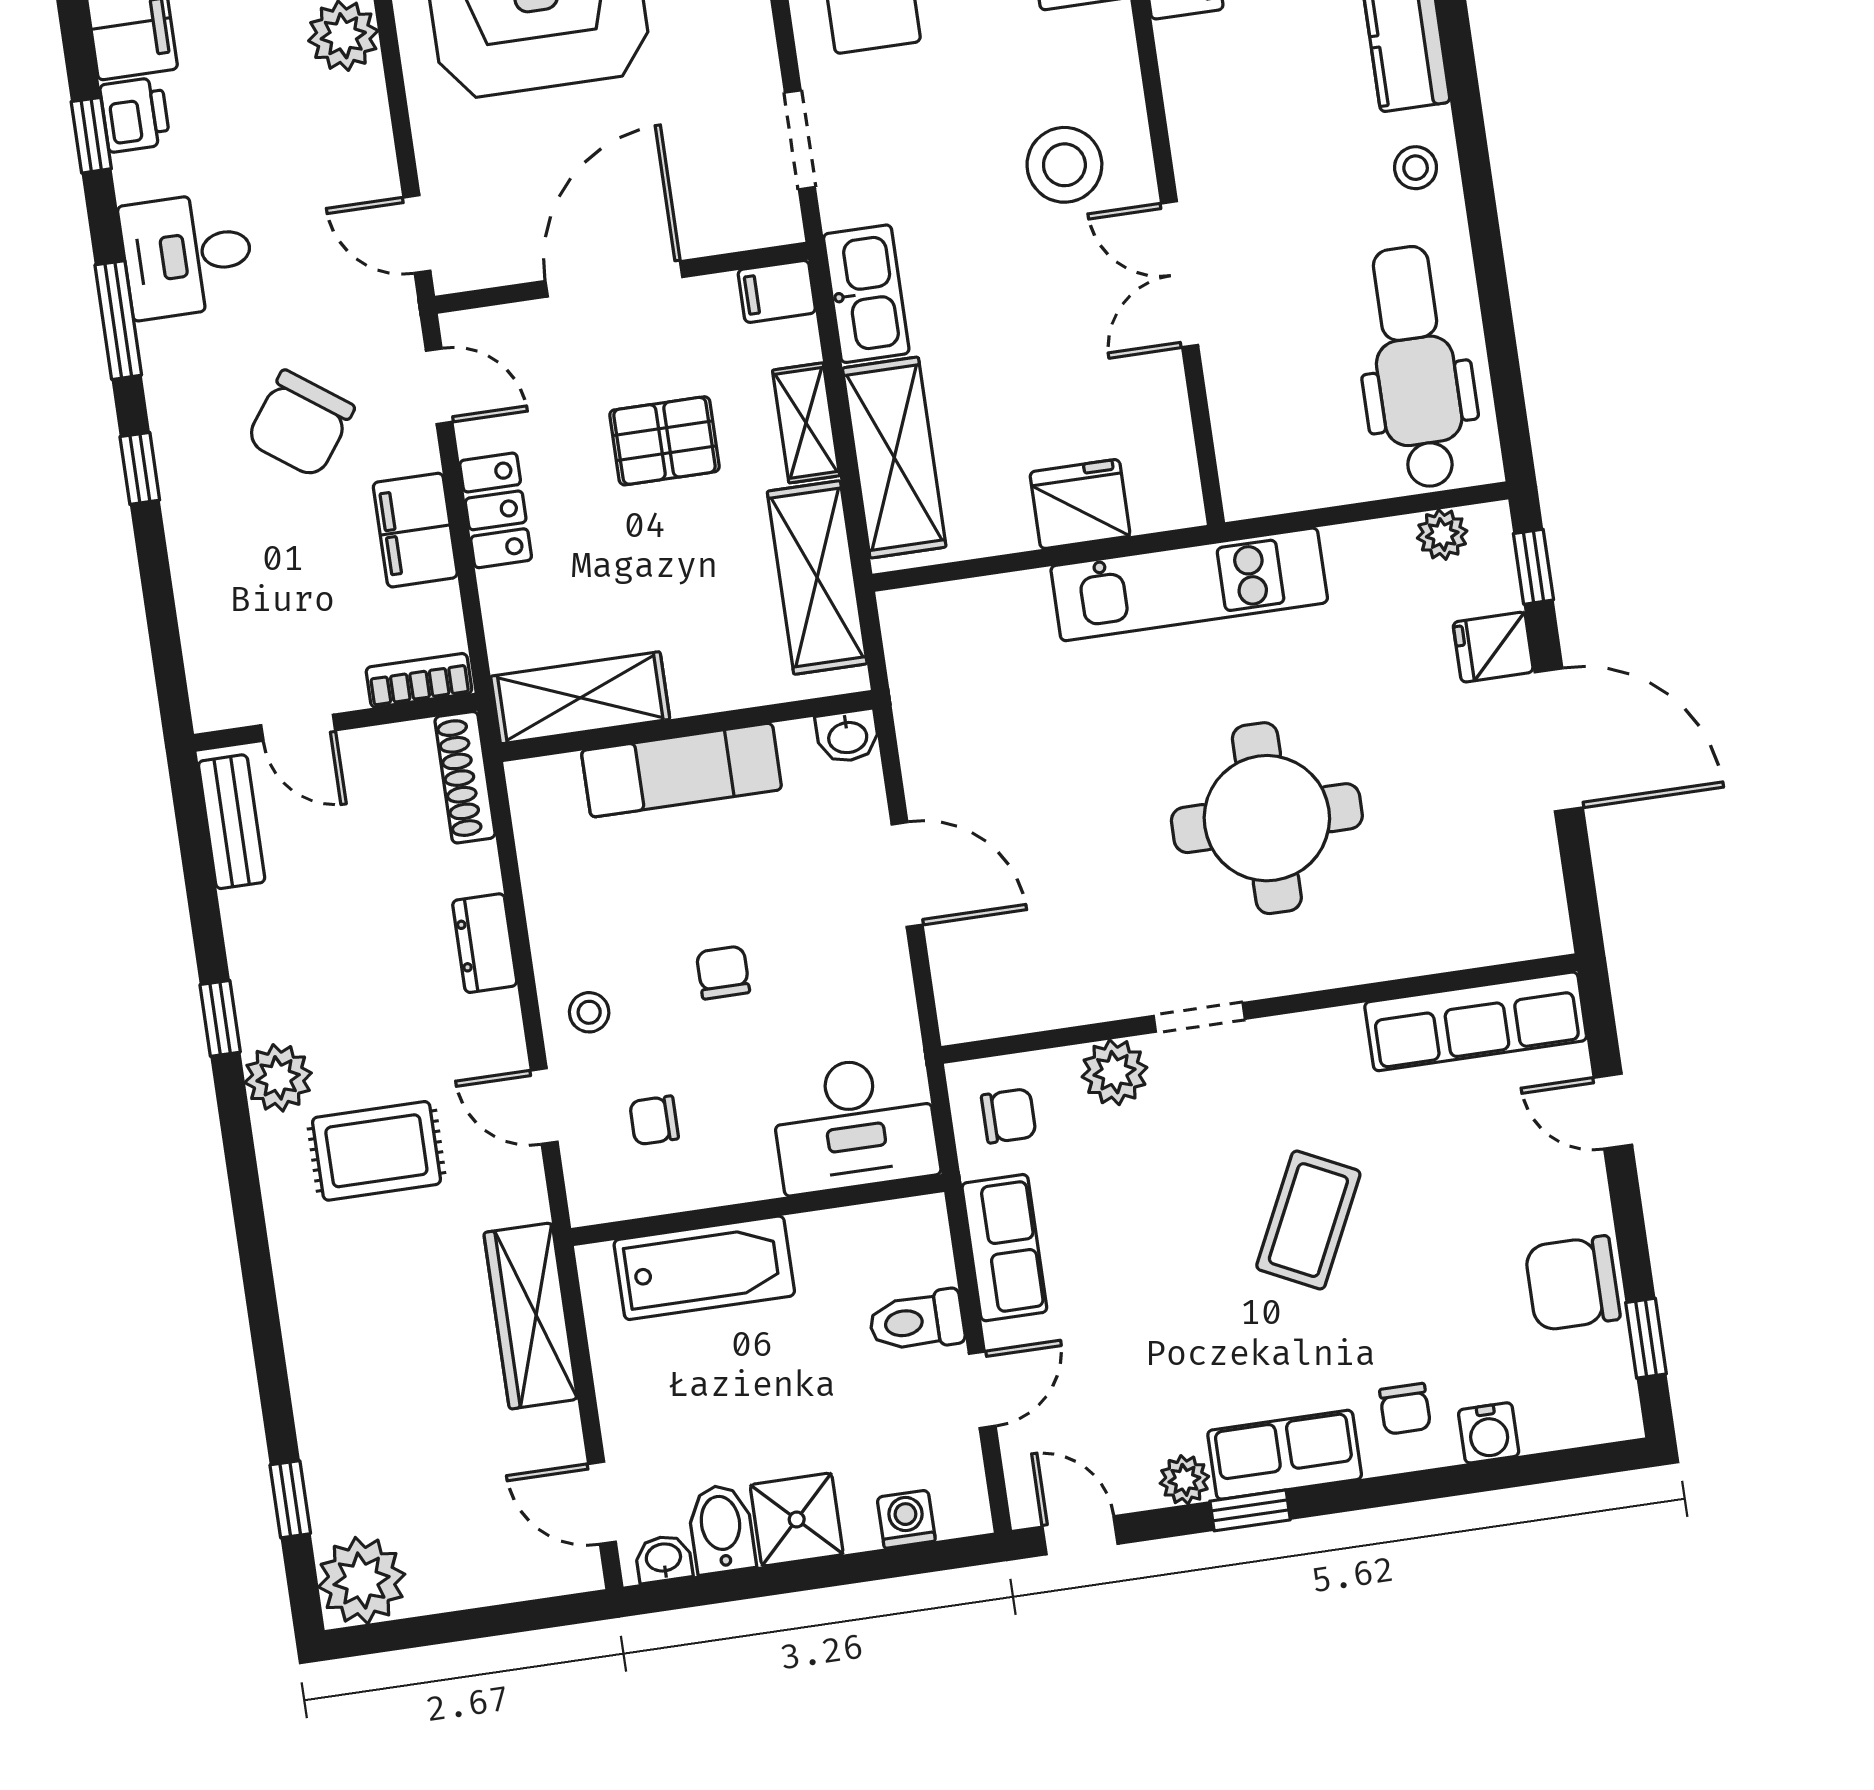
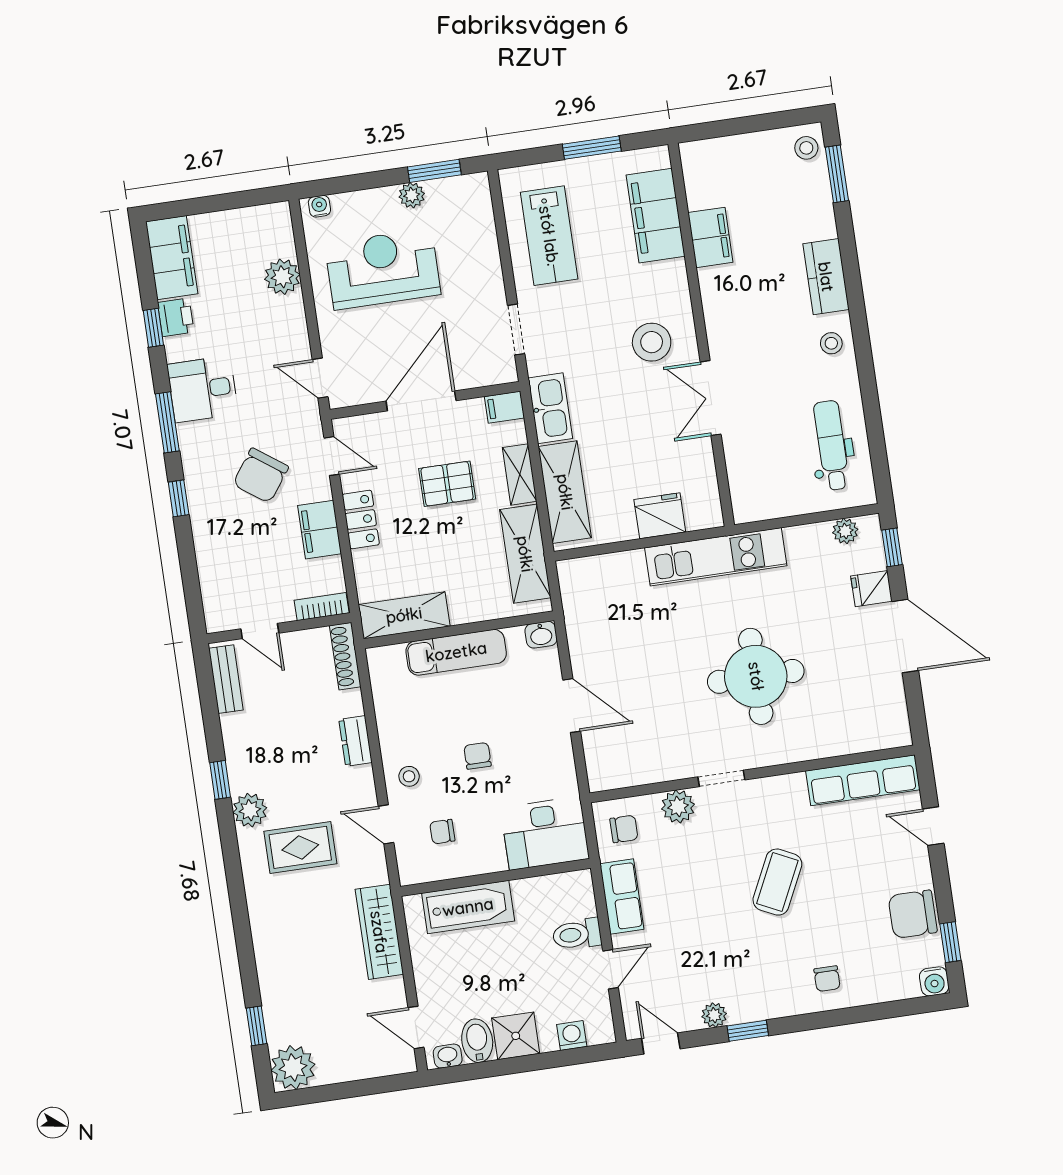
dental chair: (1416, 367) -> (832, 445), width x0.73, depth x0.72
water cooler: (1489, 1433) -> (934, 981), moved
row of seats: (1285, 1455) -> (765, 1002), removed

